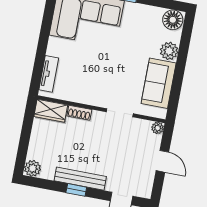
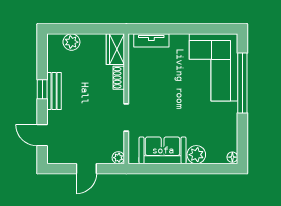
floor lamp: (173, 20) -> (232, 157), width x0.53, depth x0.53
plant: (33, 168) -> (71, 42), moved
bench: (80, 179) -> (54, 91), width x0.73

